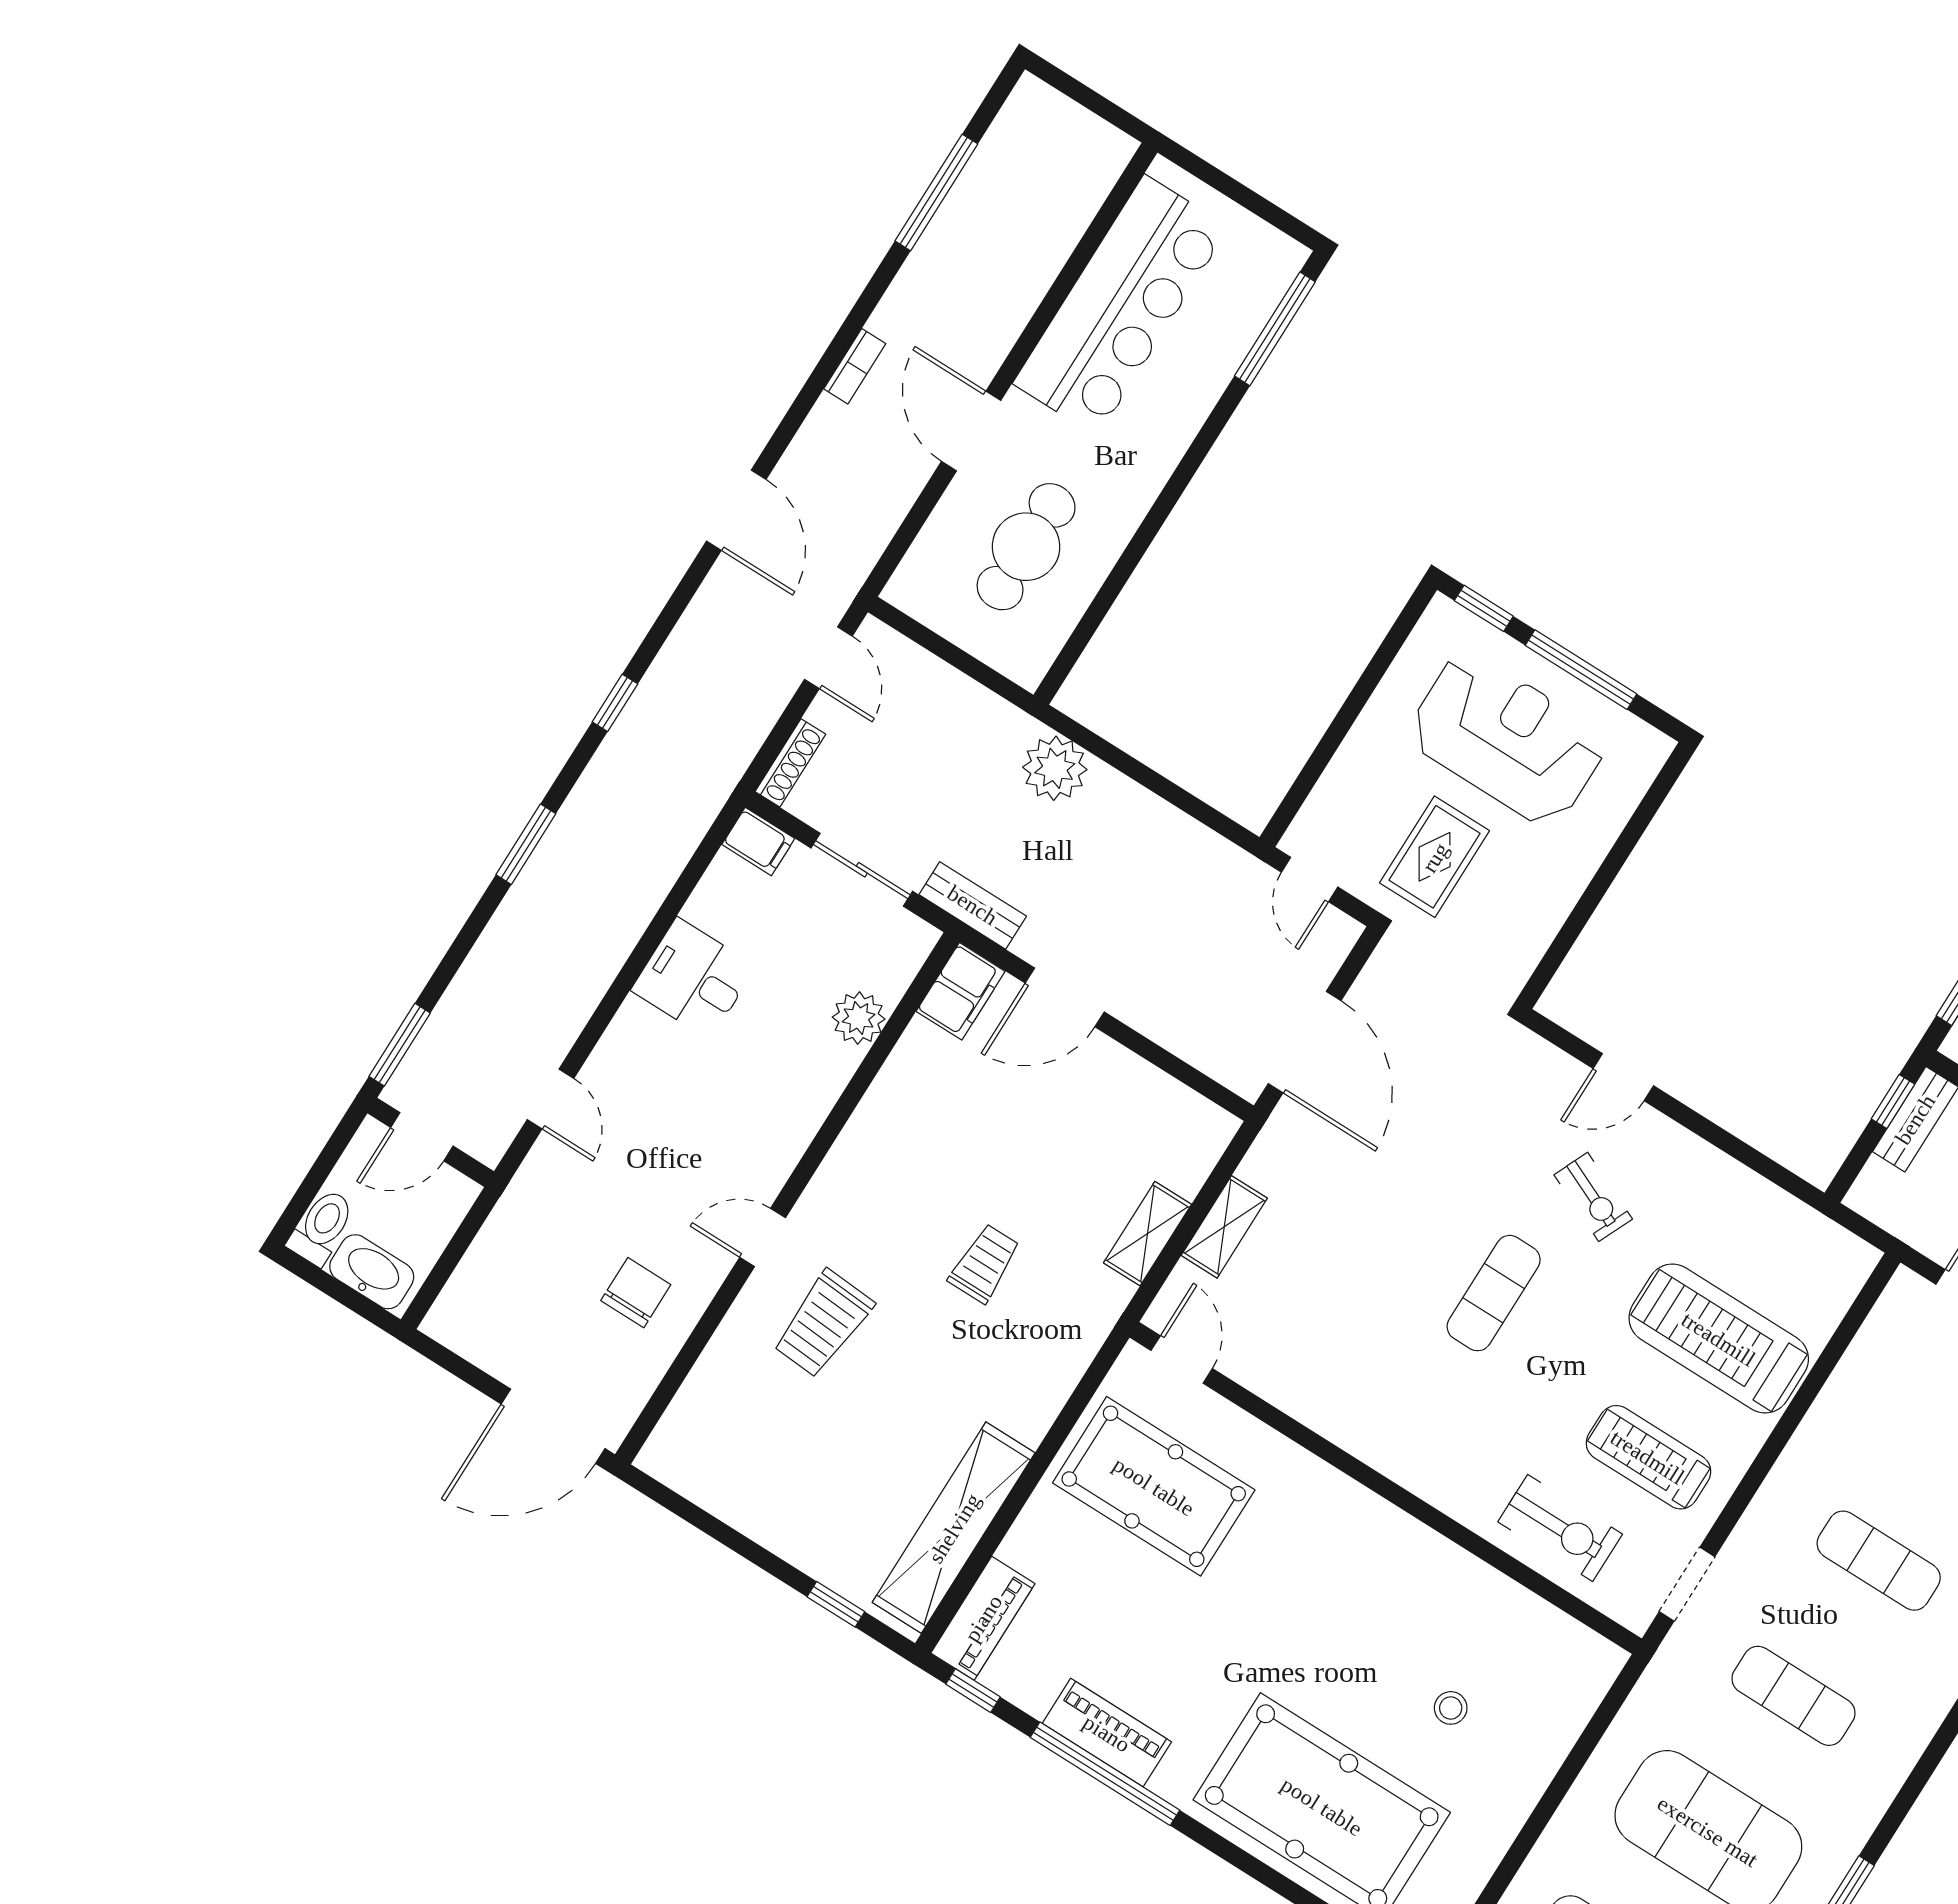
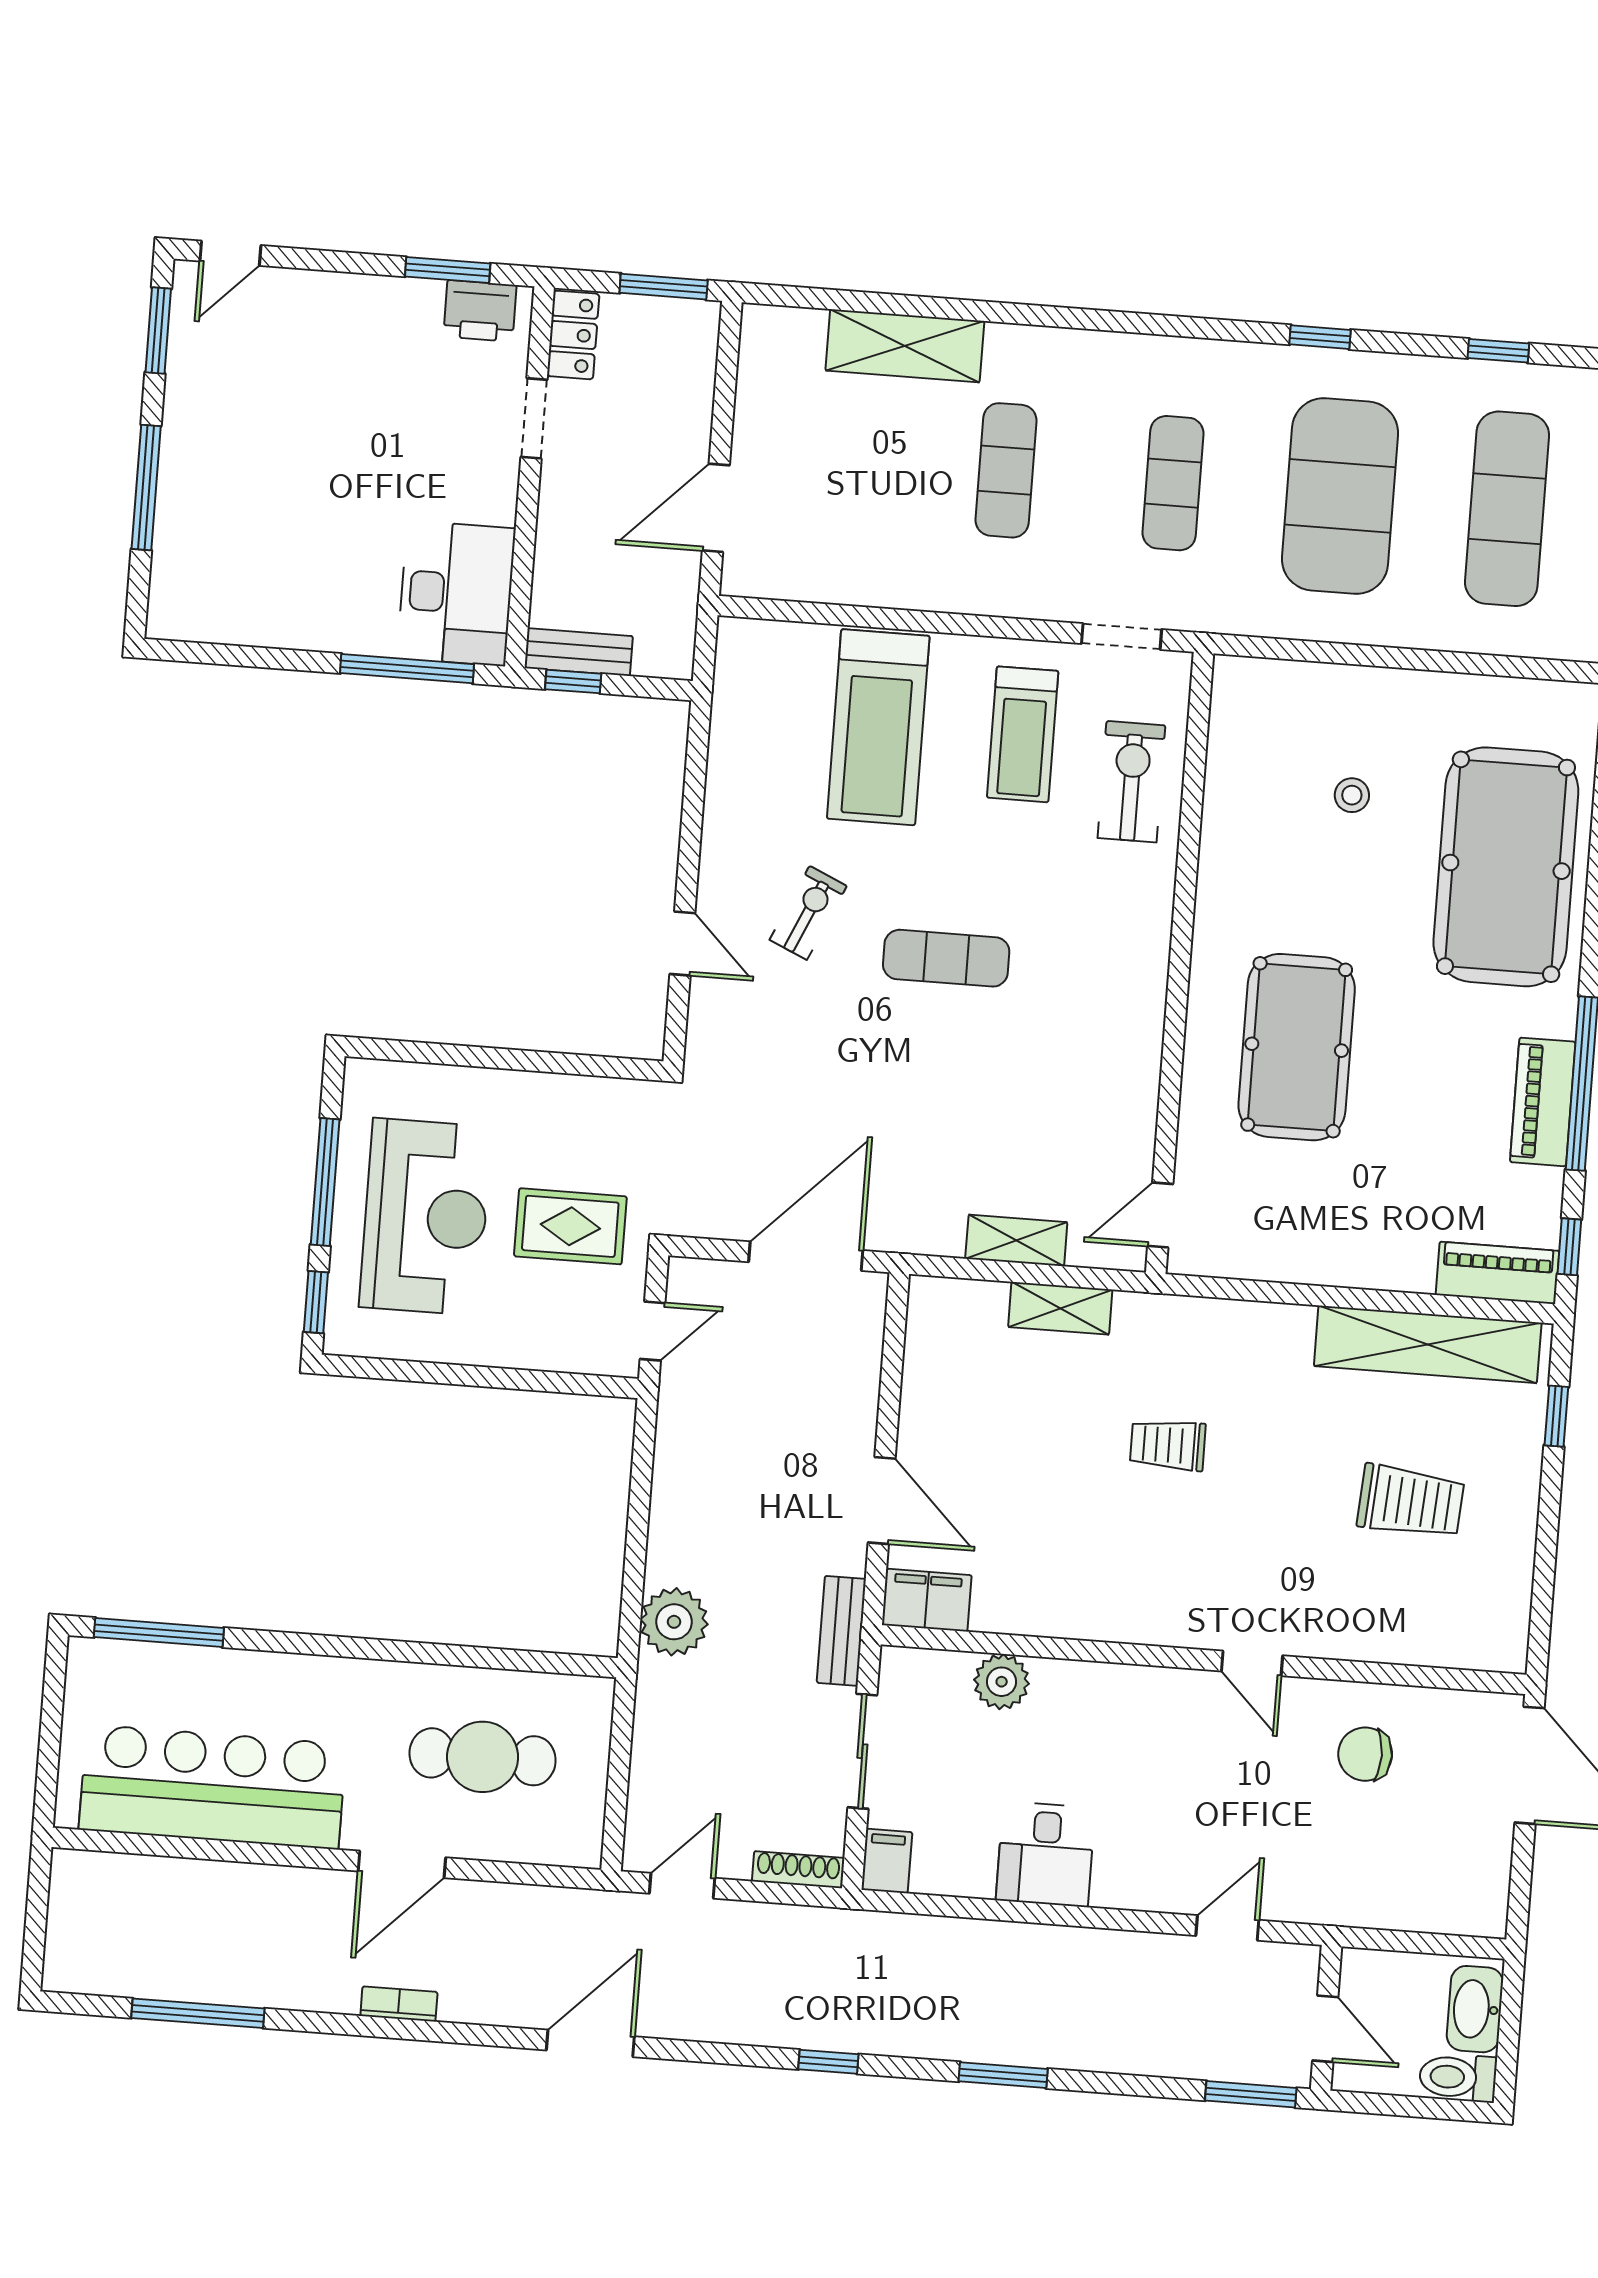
reception desk: (1507, 739) -> (426, 1217), turned 180
trolley: (823, 1324) -> (1411, 1502), moved
pool table: (1154, 1486) -> (1297, 1047), moved

